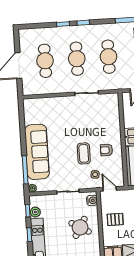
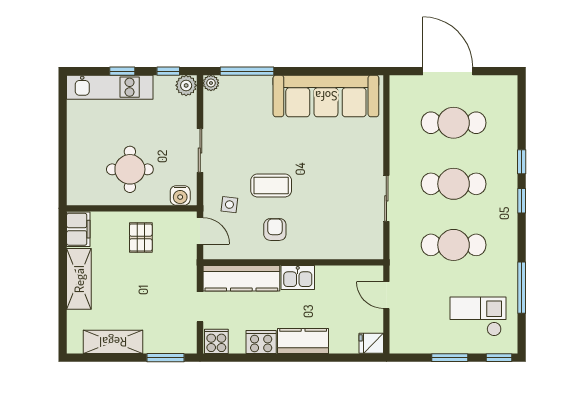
sofa: (37, 152) -> (326, 96), moved
door: (110, 189) -> (200, 231), hinge flipped
plant: (35, 212) -> (186, 85), moved
round table: (80, 227) -> (130, 169), turned -30

